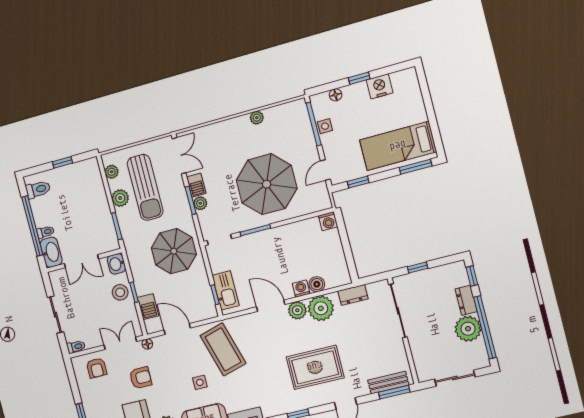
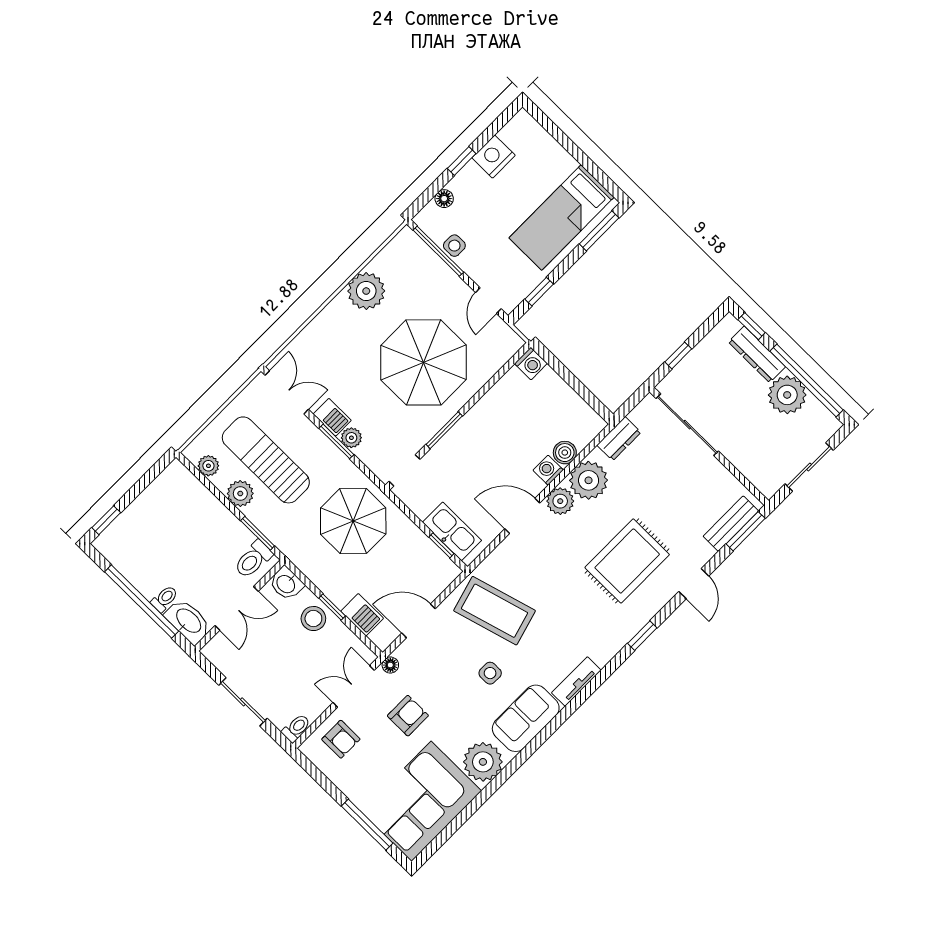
plant: (257, 118) -> (366, 291), width x1.87, depth x1.87
window: (62, 162) -> (106, 520), moved
sun lounger: (145, 187) -> (266, 460), turned 180
toilet: (38, 189) -> (253, 559), moved, turned 180
dresser: (466, 300) -> (757, 354), width x1.44

